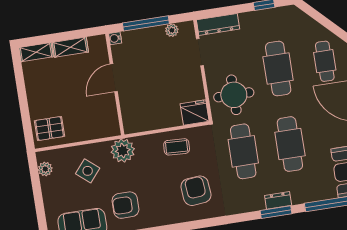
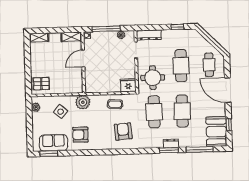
shelving: (70, 47) -> (71, 37), moved

